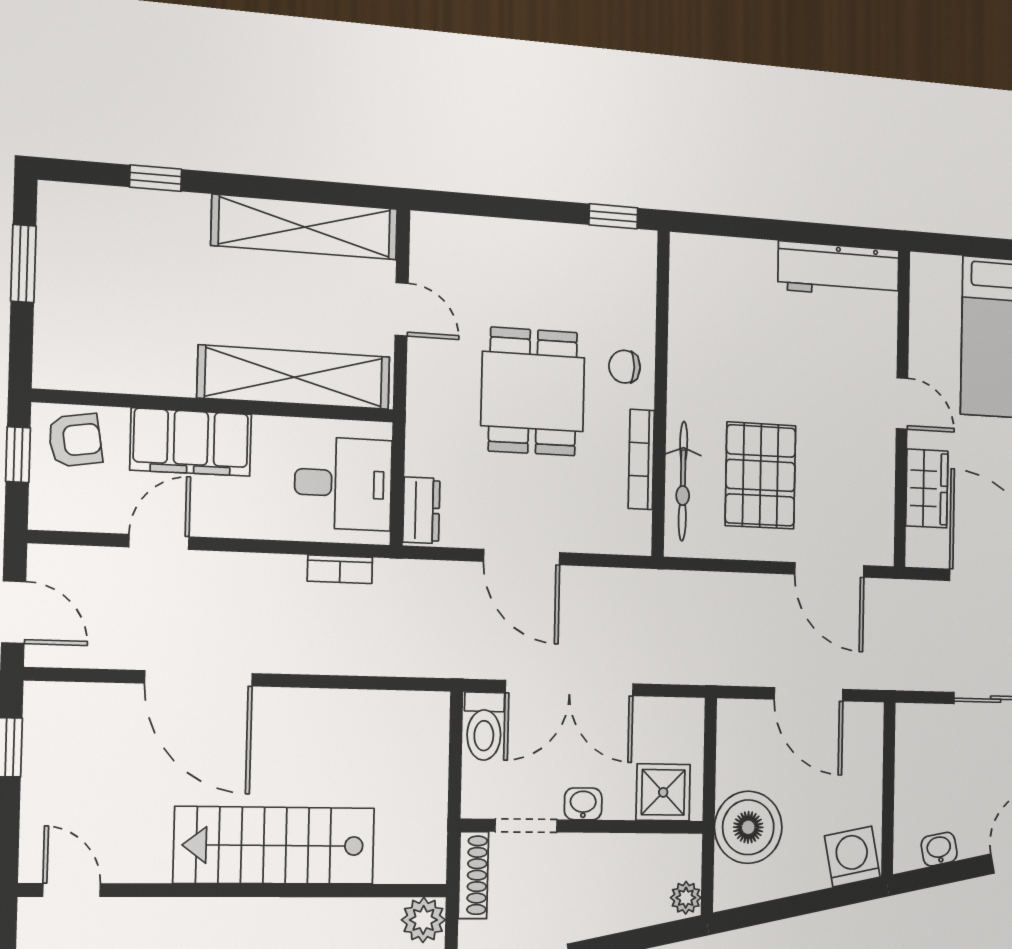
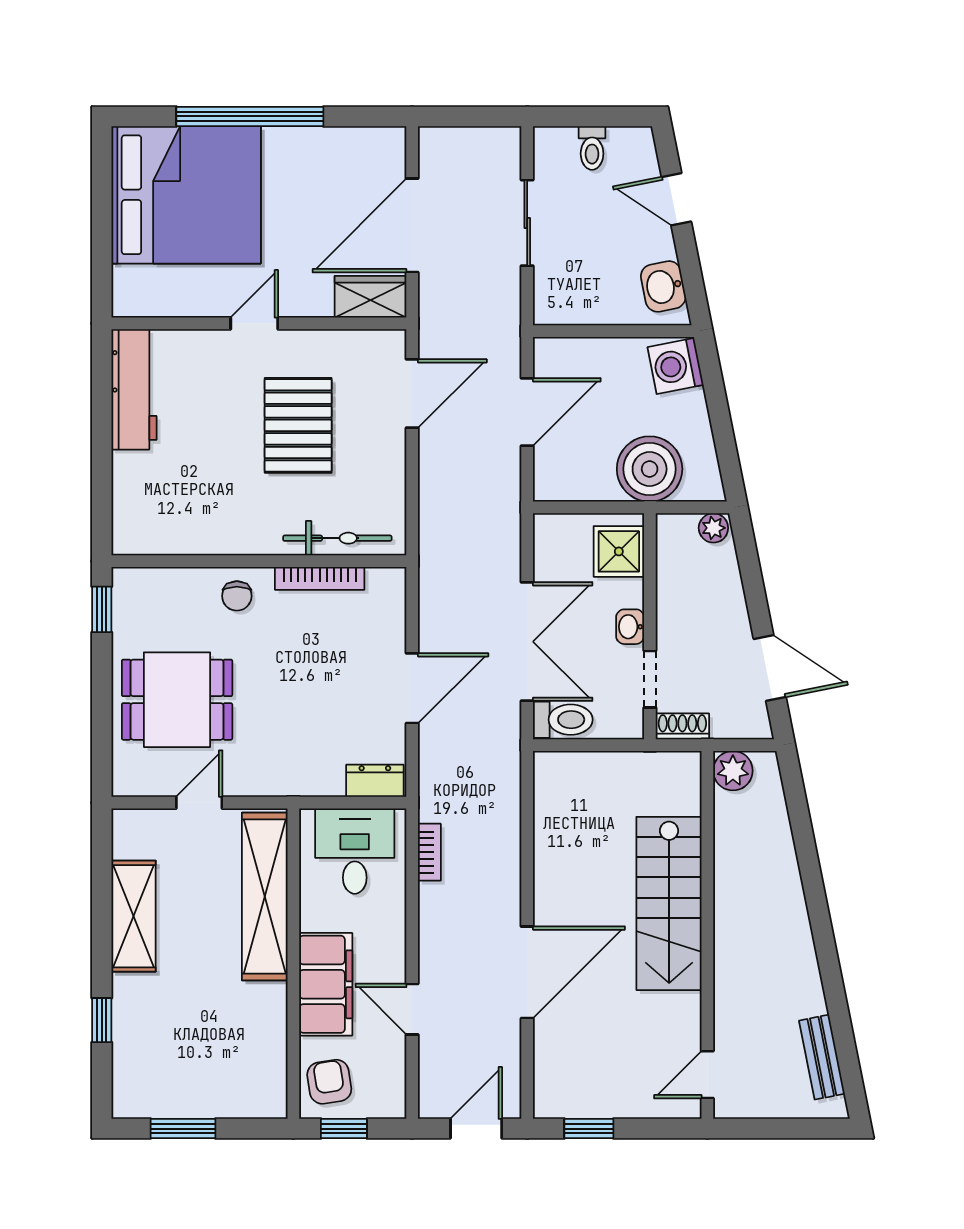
shelving: (305, 227) -> (134, 916), width x0.68
dining table: (533, 392) -> (177, 700), moved
pallet: (760, 475) -> (298, 425), moved, turned 90
wardrobe: (927, 488) -> (371, 297), moved
washbasin: (939, 849) -> (663, 286), width x1.38, depth x1.45
shoe rack: (473, 875) -> (682, 726), width x0.70

